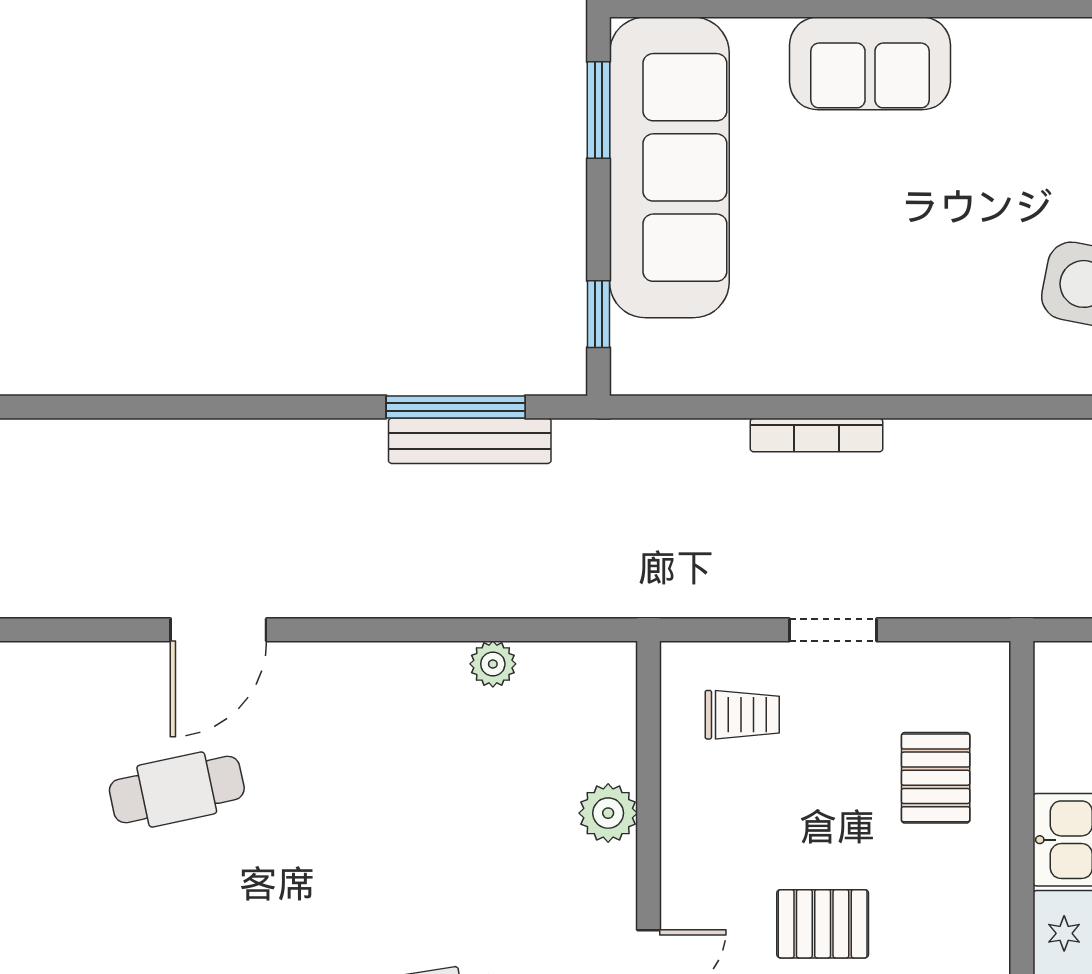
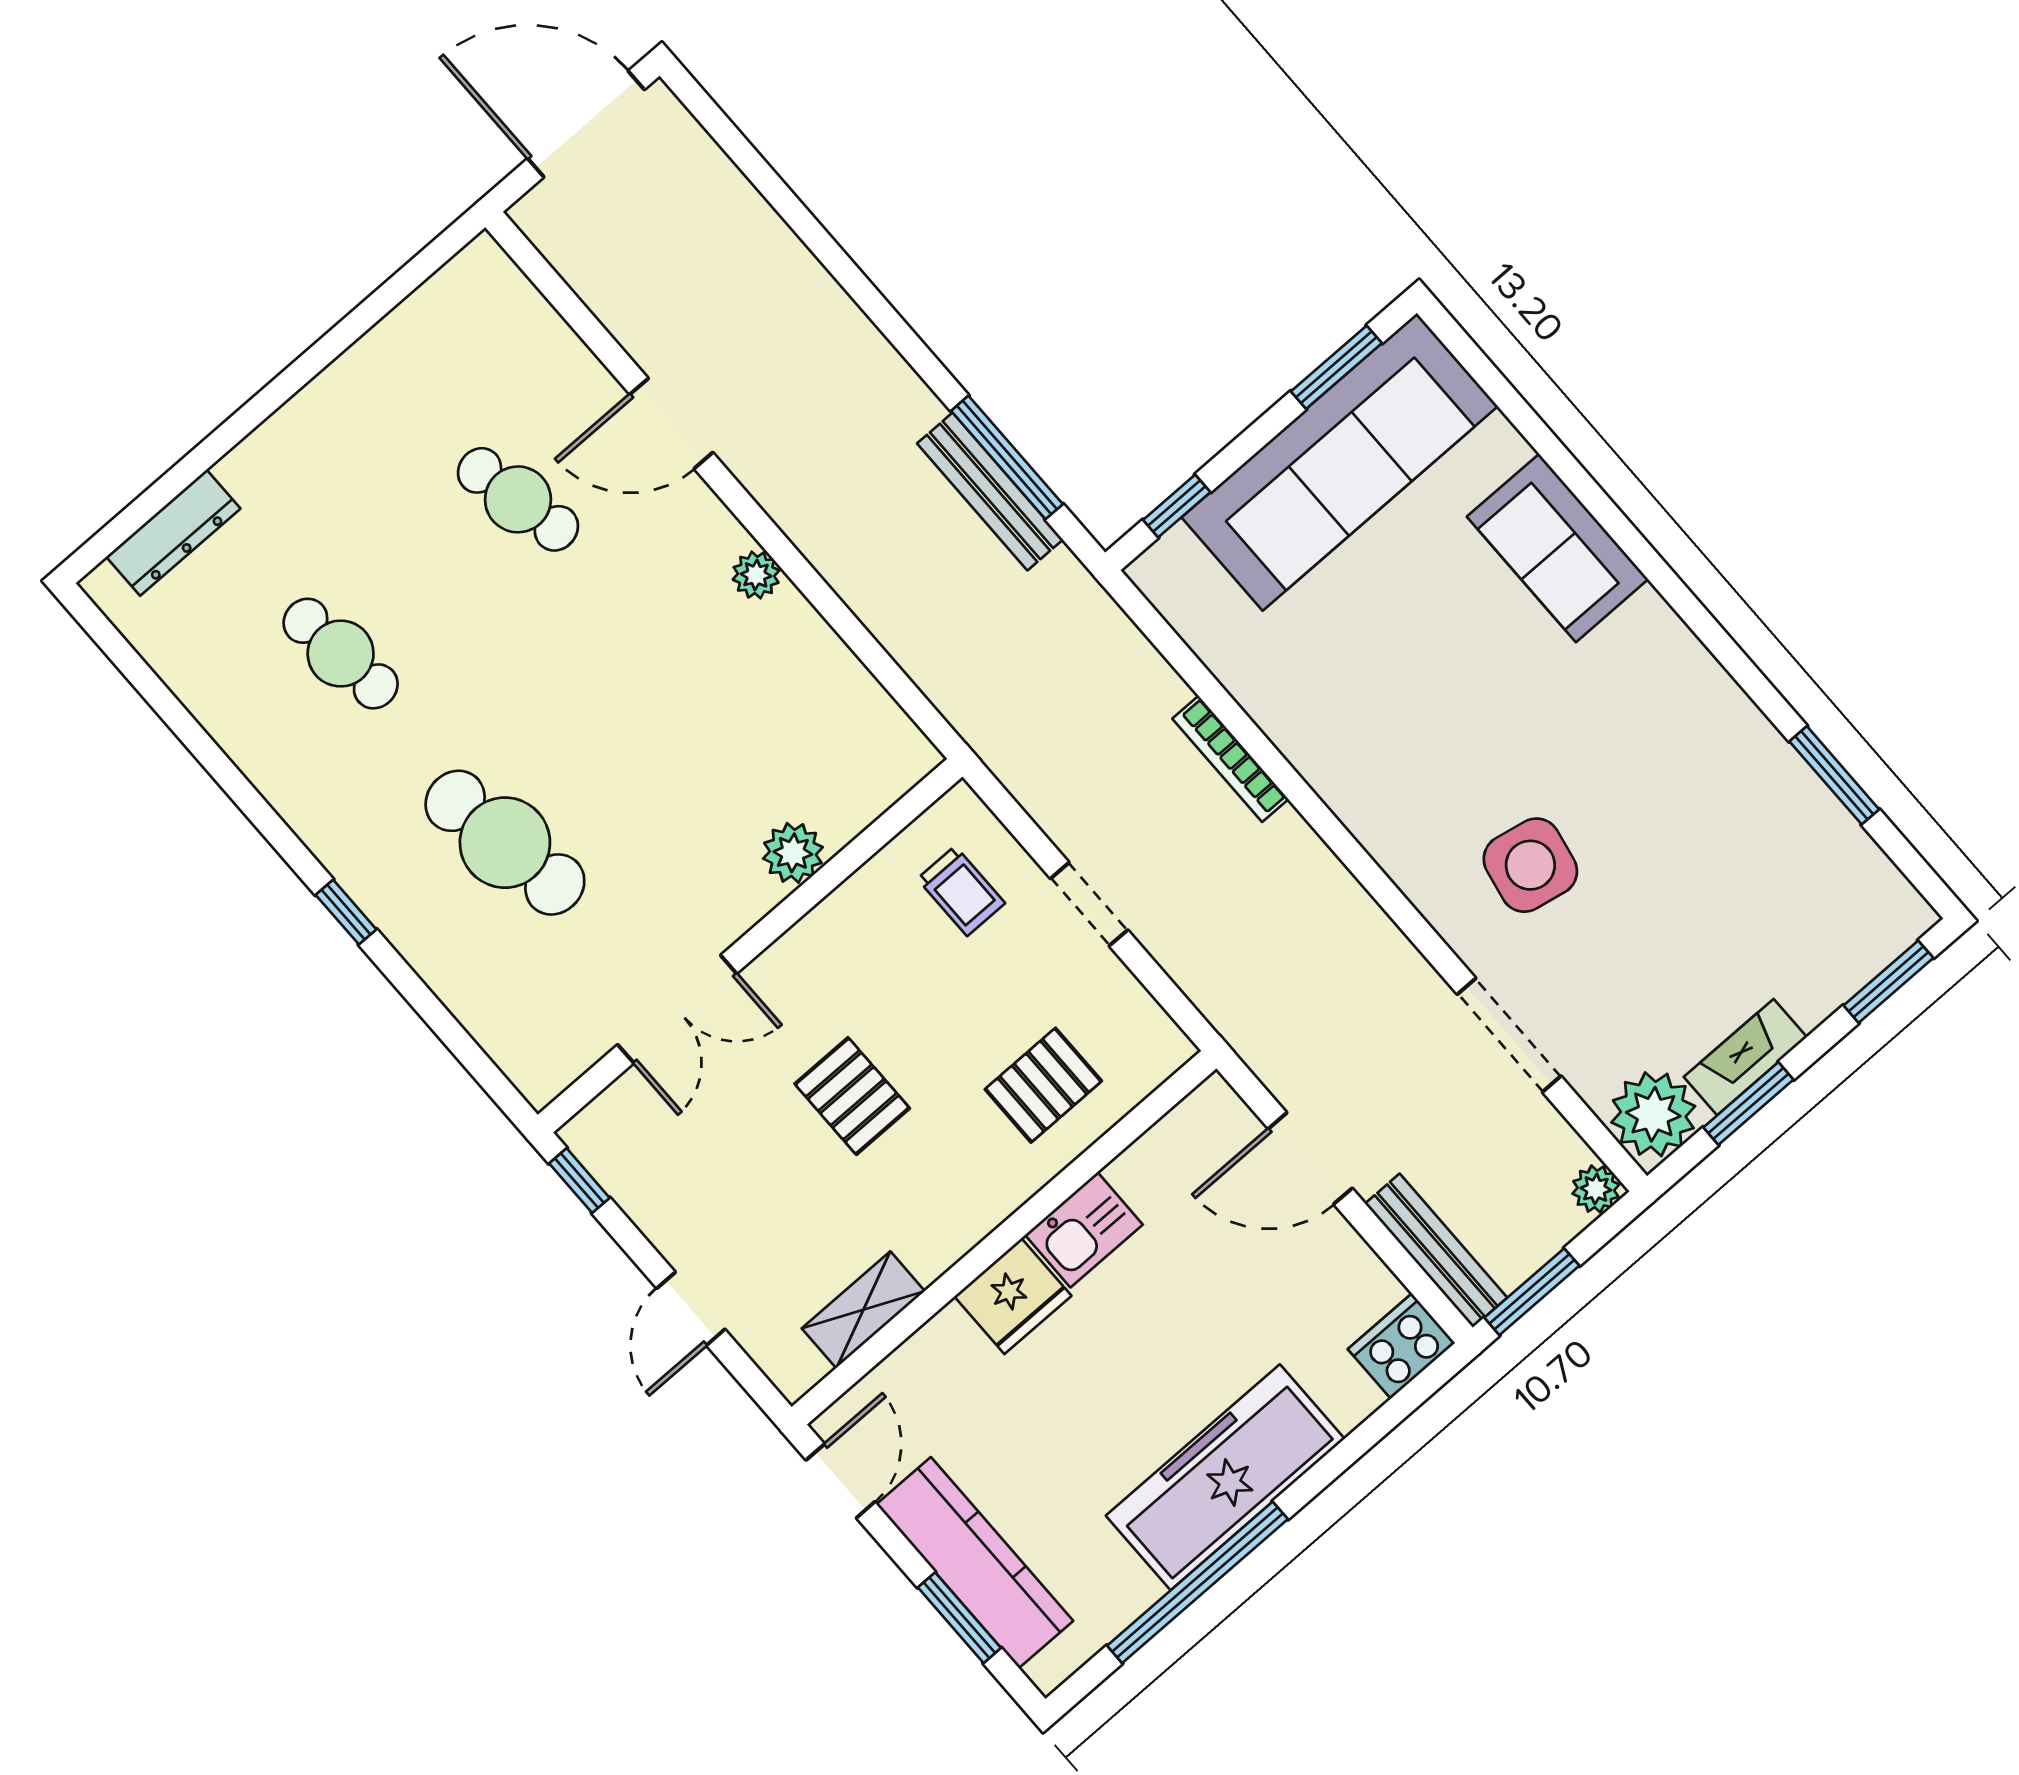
plant: (493, 664) -> (756, 575), moved

